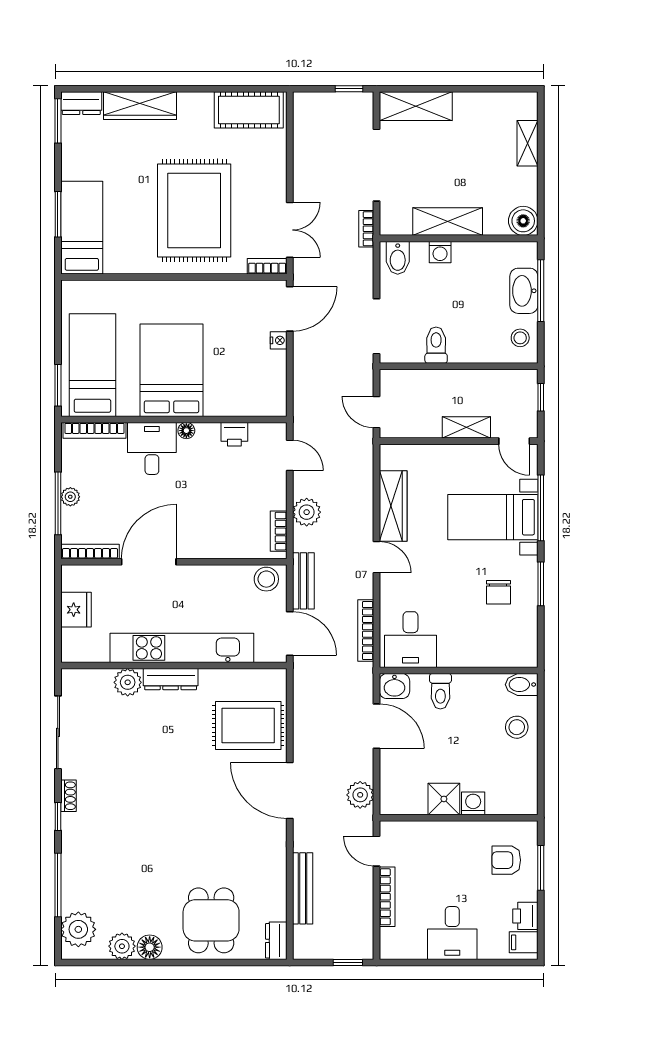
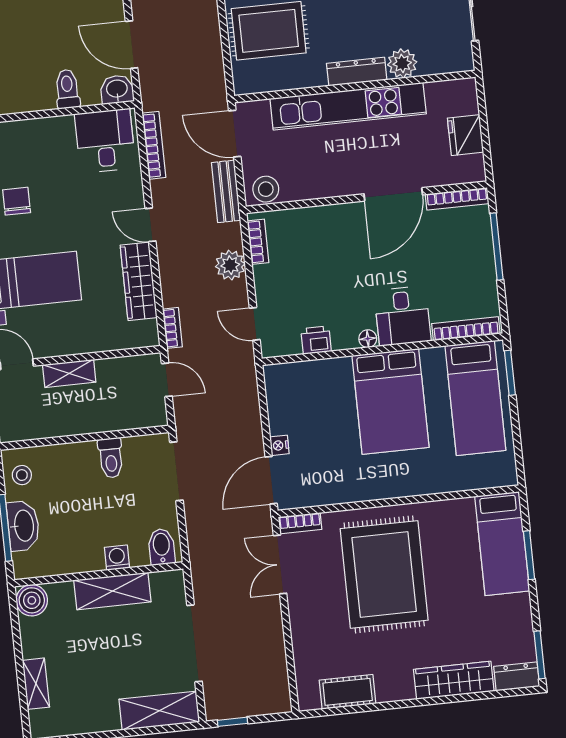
cot: (249, 110) -> (348, 692), width x0.73, depth x0.75
bookcase: (366, 229) -> (172, 328), moved
plant: (70, 497) -> (484, 255), removed

